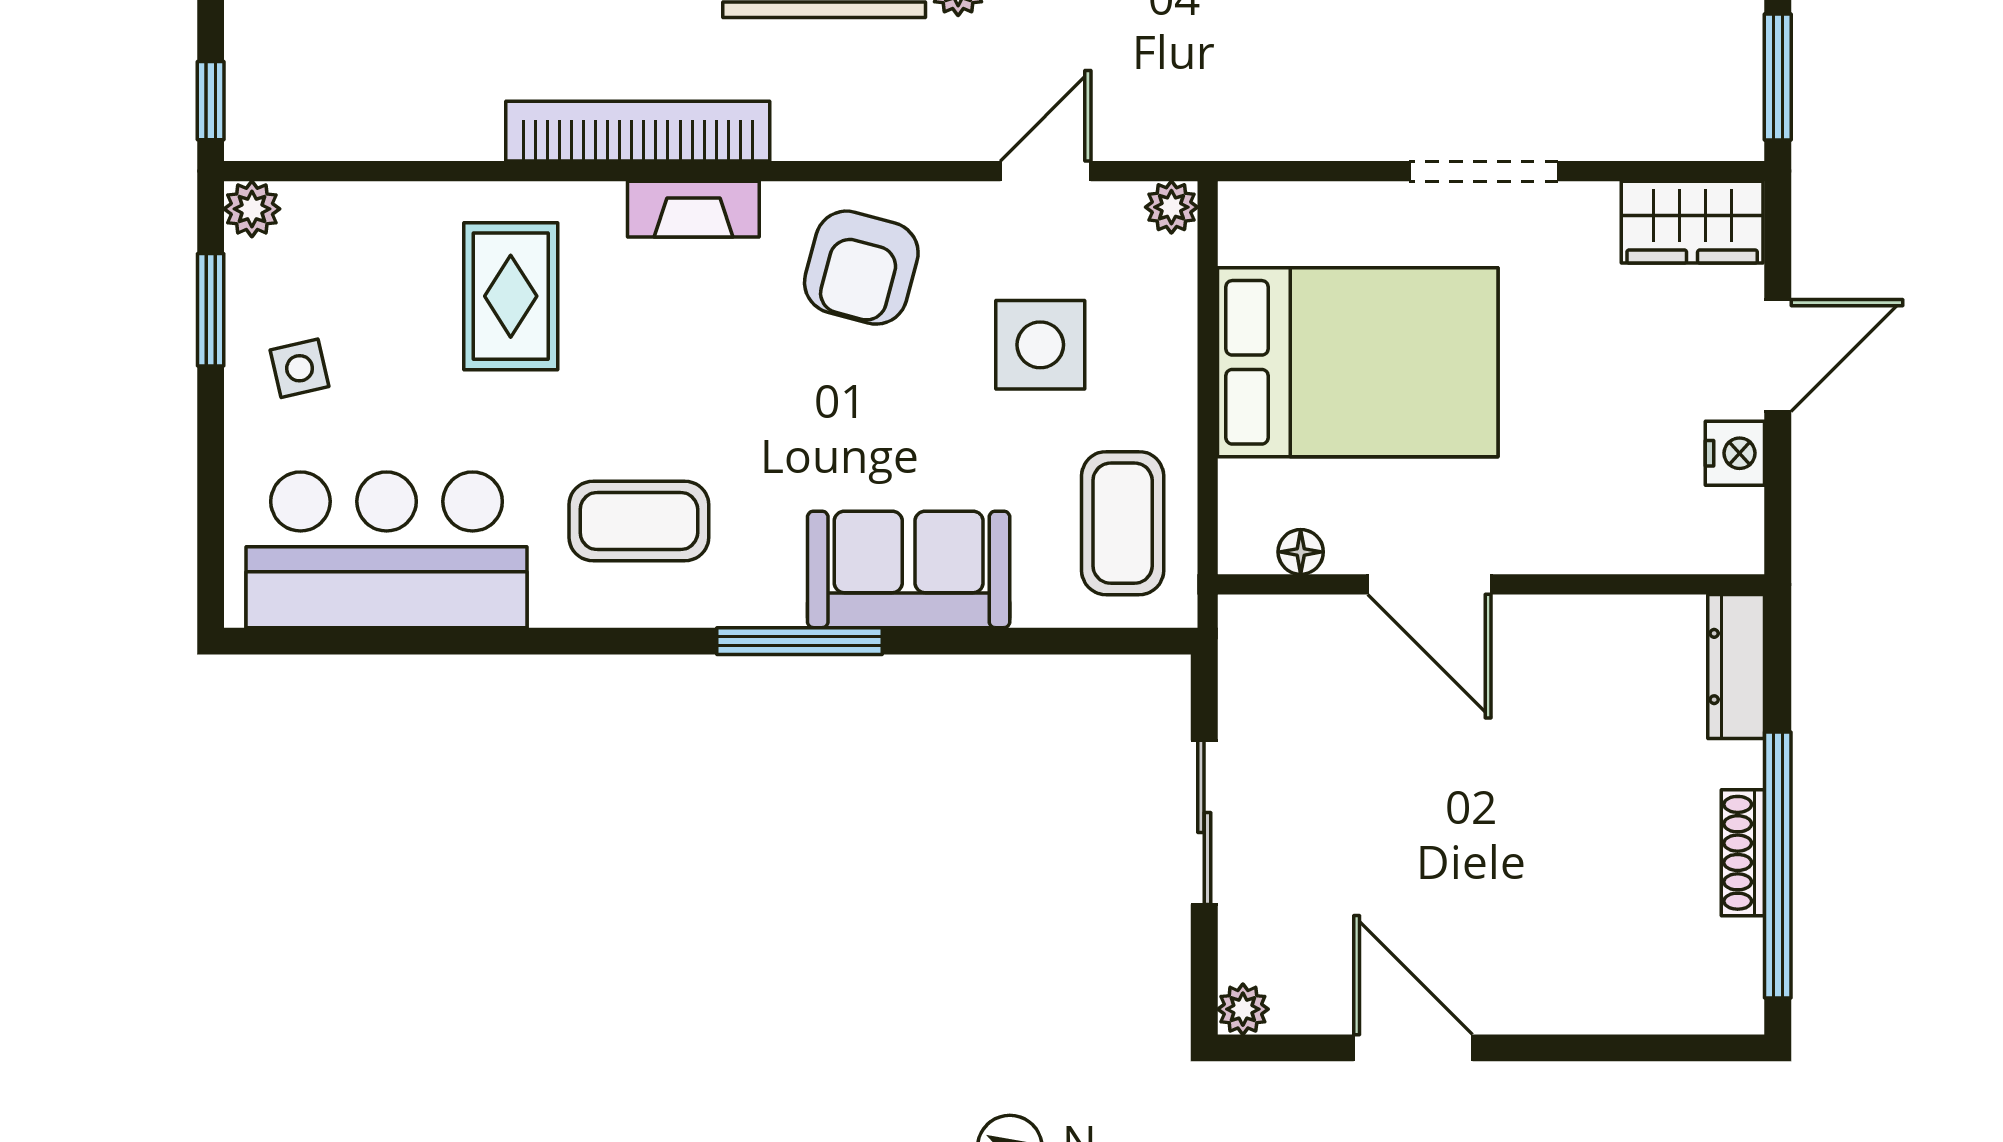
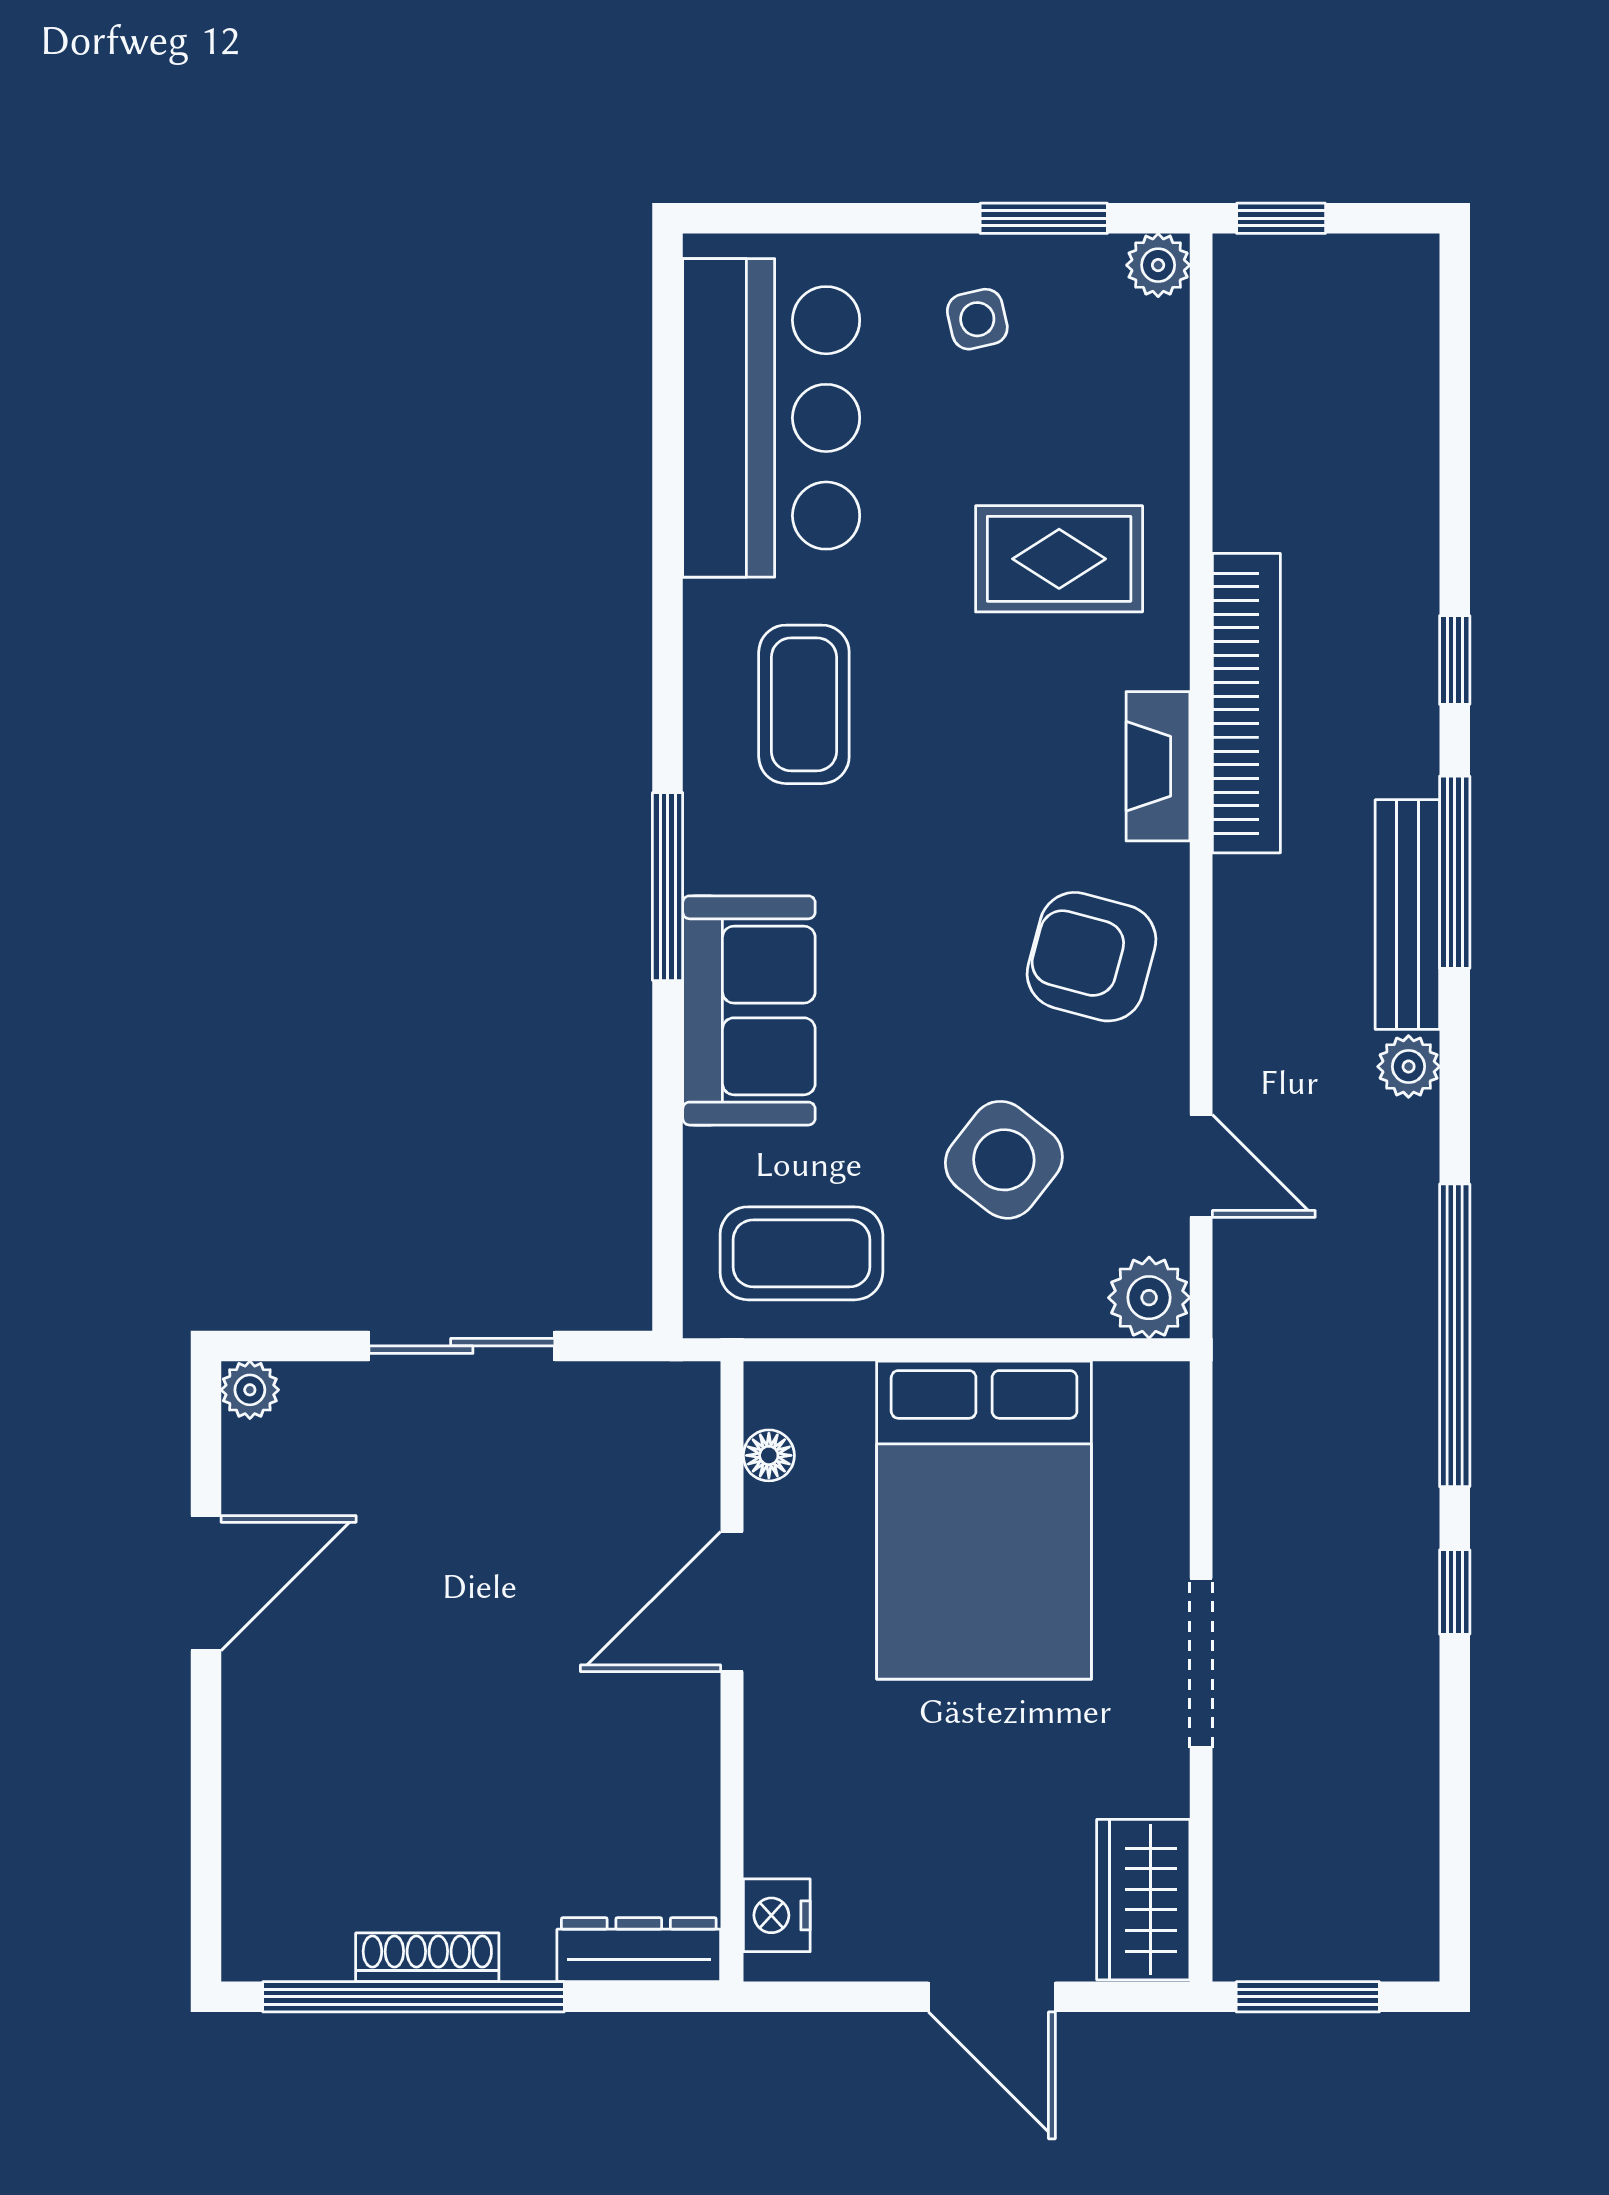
plant: (1171, 207) -> (1149, 1298), width x1.38, depth x1.38
side table: (1040, 345) -> (1004, 1160), turned 38
nightstand: (1735, 453) -> (777, 1915), moved, turned 90

